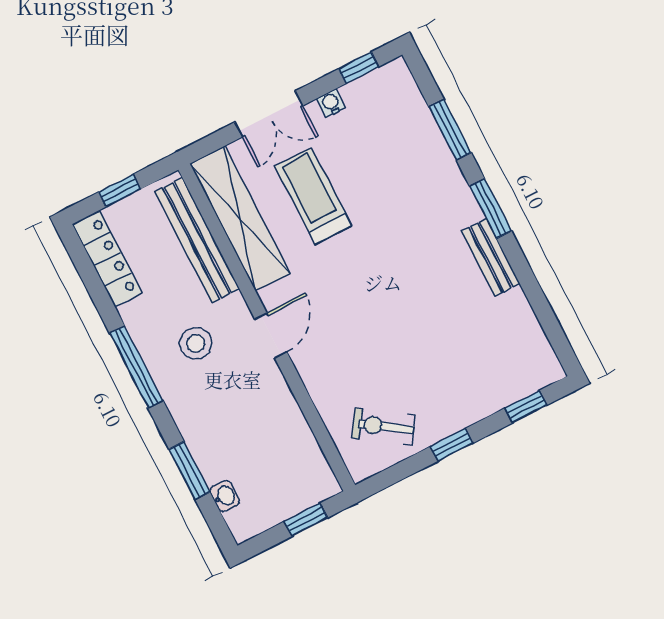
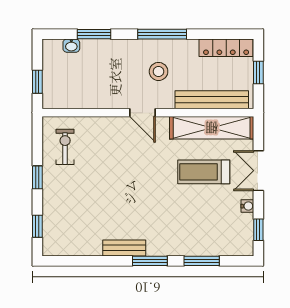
treadmill: (313, 196) -> (204, 172), turned 180
exercise bike: (384, 426) -> (65, 147), turned -34

